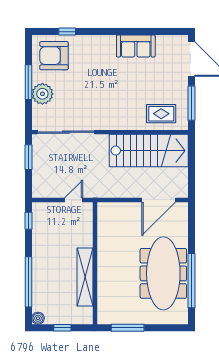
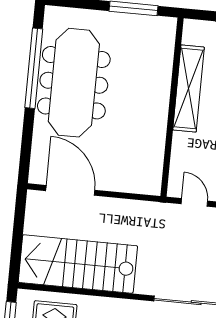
door: (74, 200) -> (194, 202), swing flipped
door: (159, 200) -> (70, 190), hinge flipped

